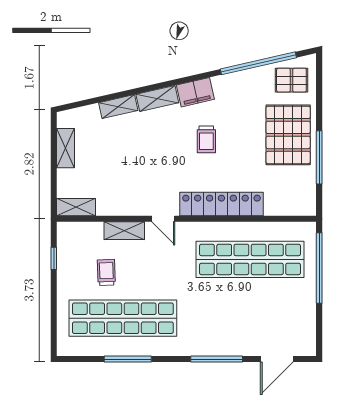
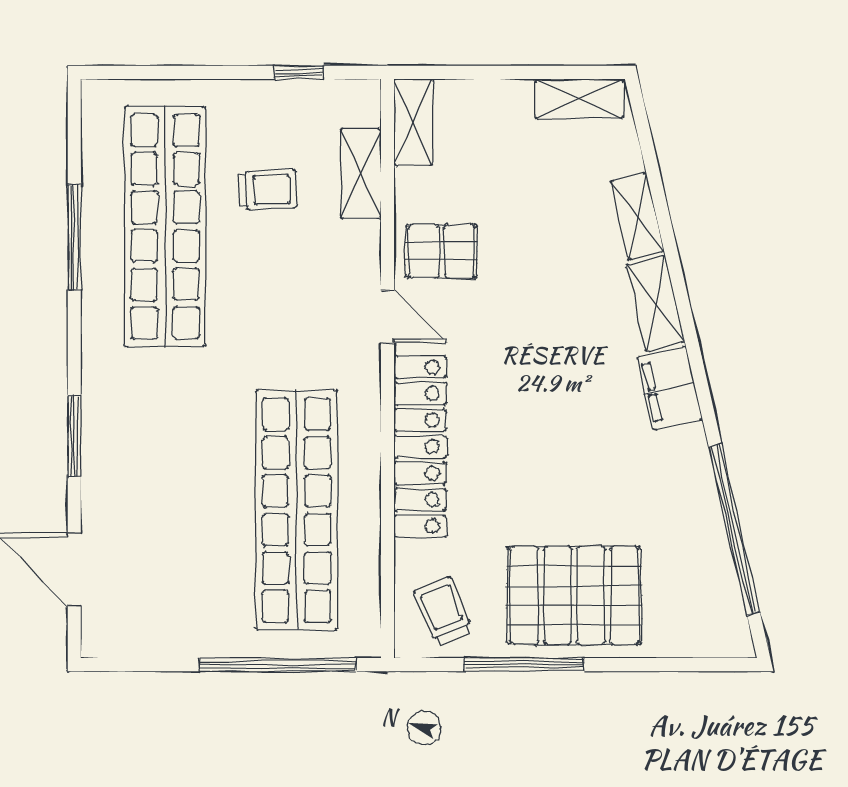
pallet: (291, 80) -> (442, 251), moved, turned 90
trolley: (206, 139) -> (443, 611), moved, turned 67
shelving: (66, 148) -> (580, 99), moved
door: (163, 219) -> (388, 317), swing flipped
shelving: (124, 231) -> (361, 174), moved
window: (217, 359) -> (74, 436), width x0.69

